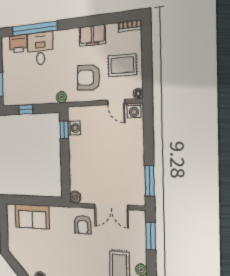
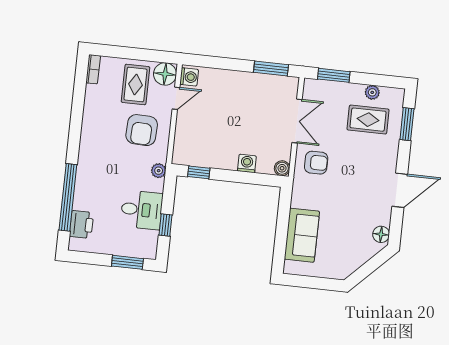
filing cabinet: (92, 35) -> (94, 118), removed
desk: (40, 49) -> (142, 210), moved, turned 180
floor lamp: (138, 94) -> (165, 74), width x1.89, depth x1.89
washing machine: (74, 128) -> (247, 163), moved

